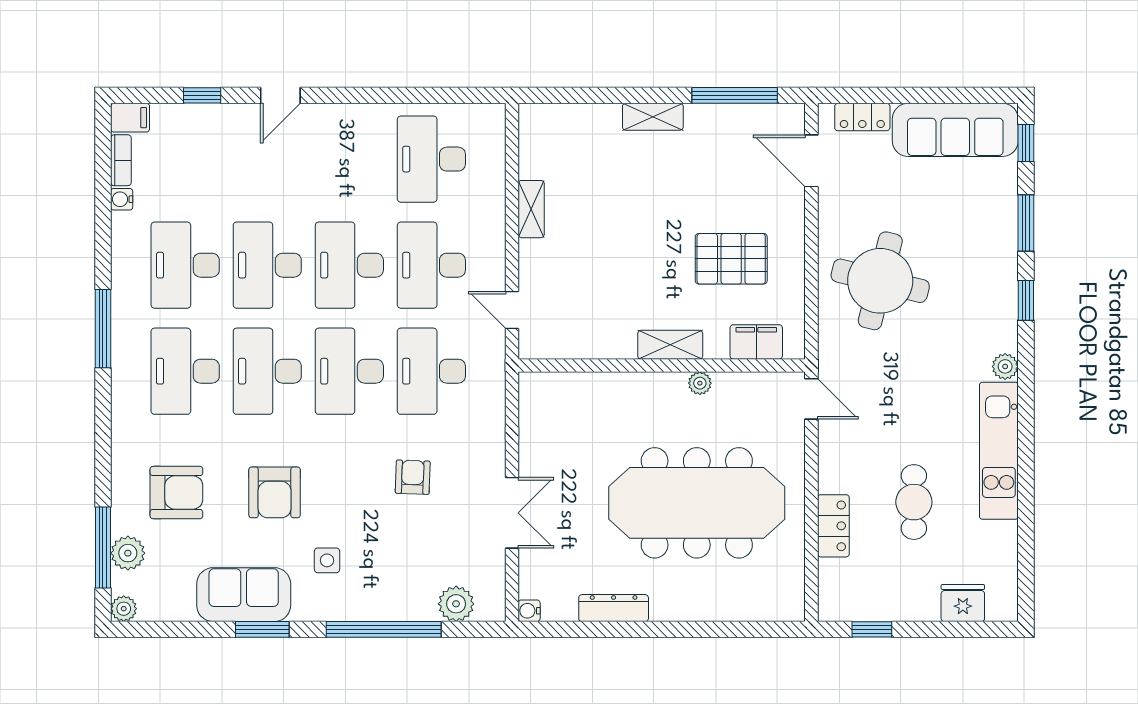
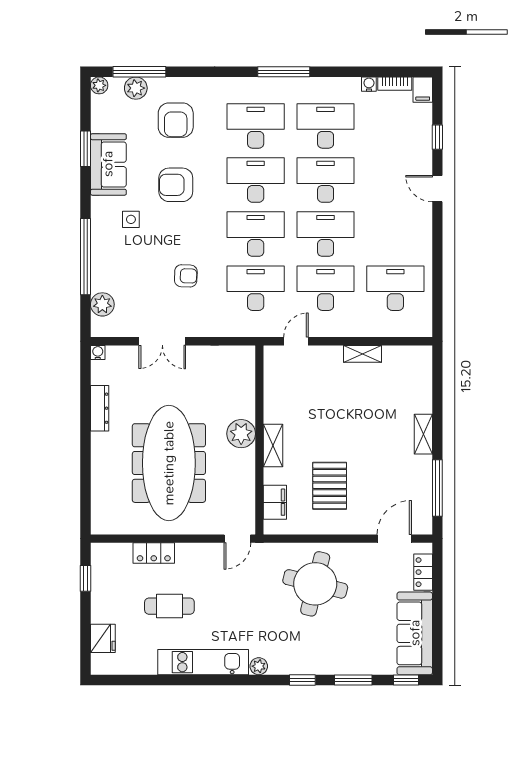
plant: (700, 383) -> (241, 434), moved, width x1.88, depth x1.88
window: (262, 629) -> (85, 149), moved

